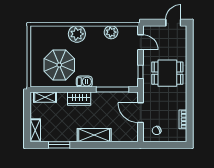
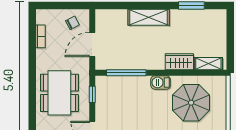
dining table: (167, 73) -> (59, 93), width x1.38
wardrobe: (79, 99) -> (179, 62), moved
door: (140, 113) -> (92, 45), swing flipped
shelving: (35, 130) -> (220, 23), removed

